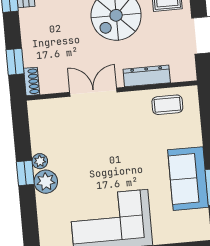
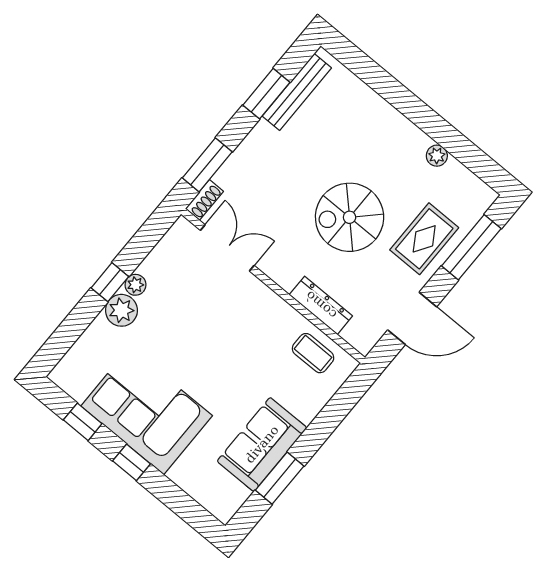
window: (15, 62) -> (207, 165), width x1.50
double door: (93, 92) -> (227, 248), moved

